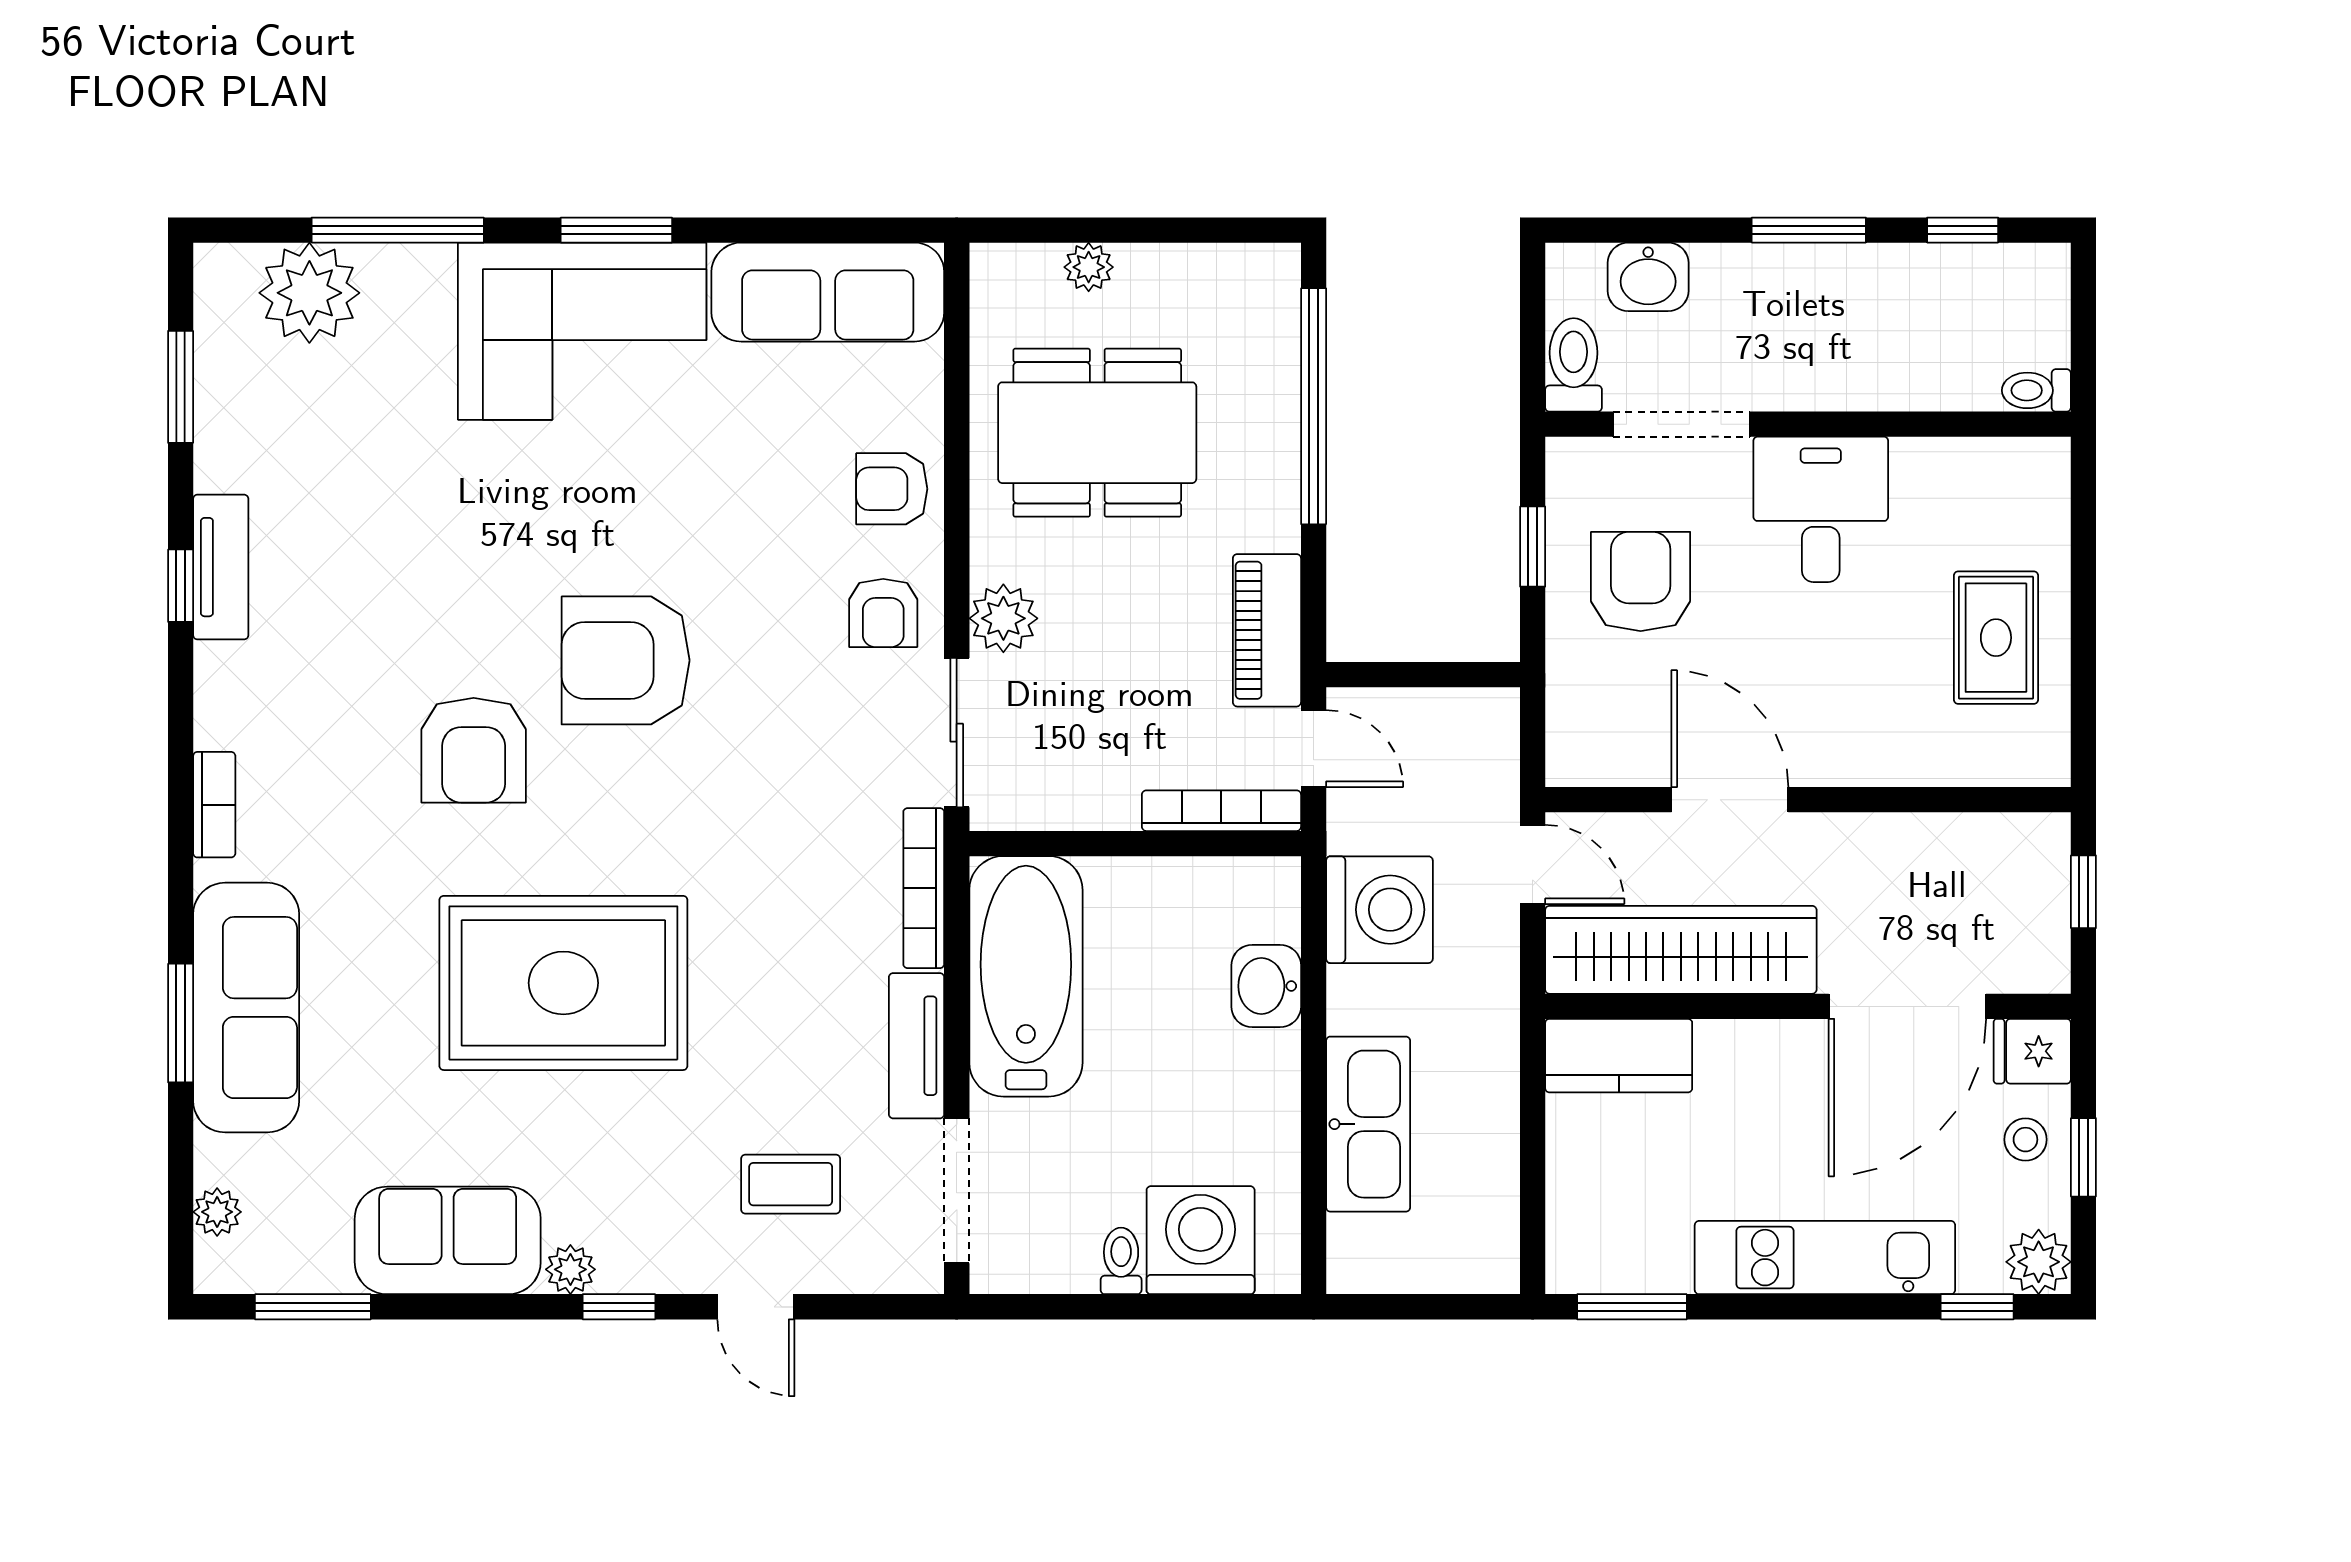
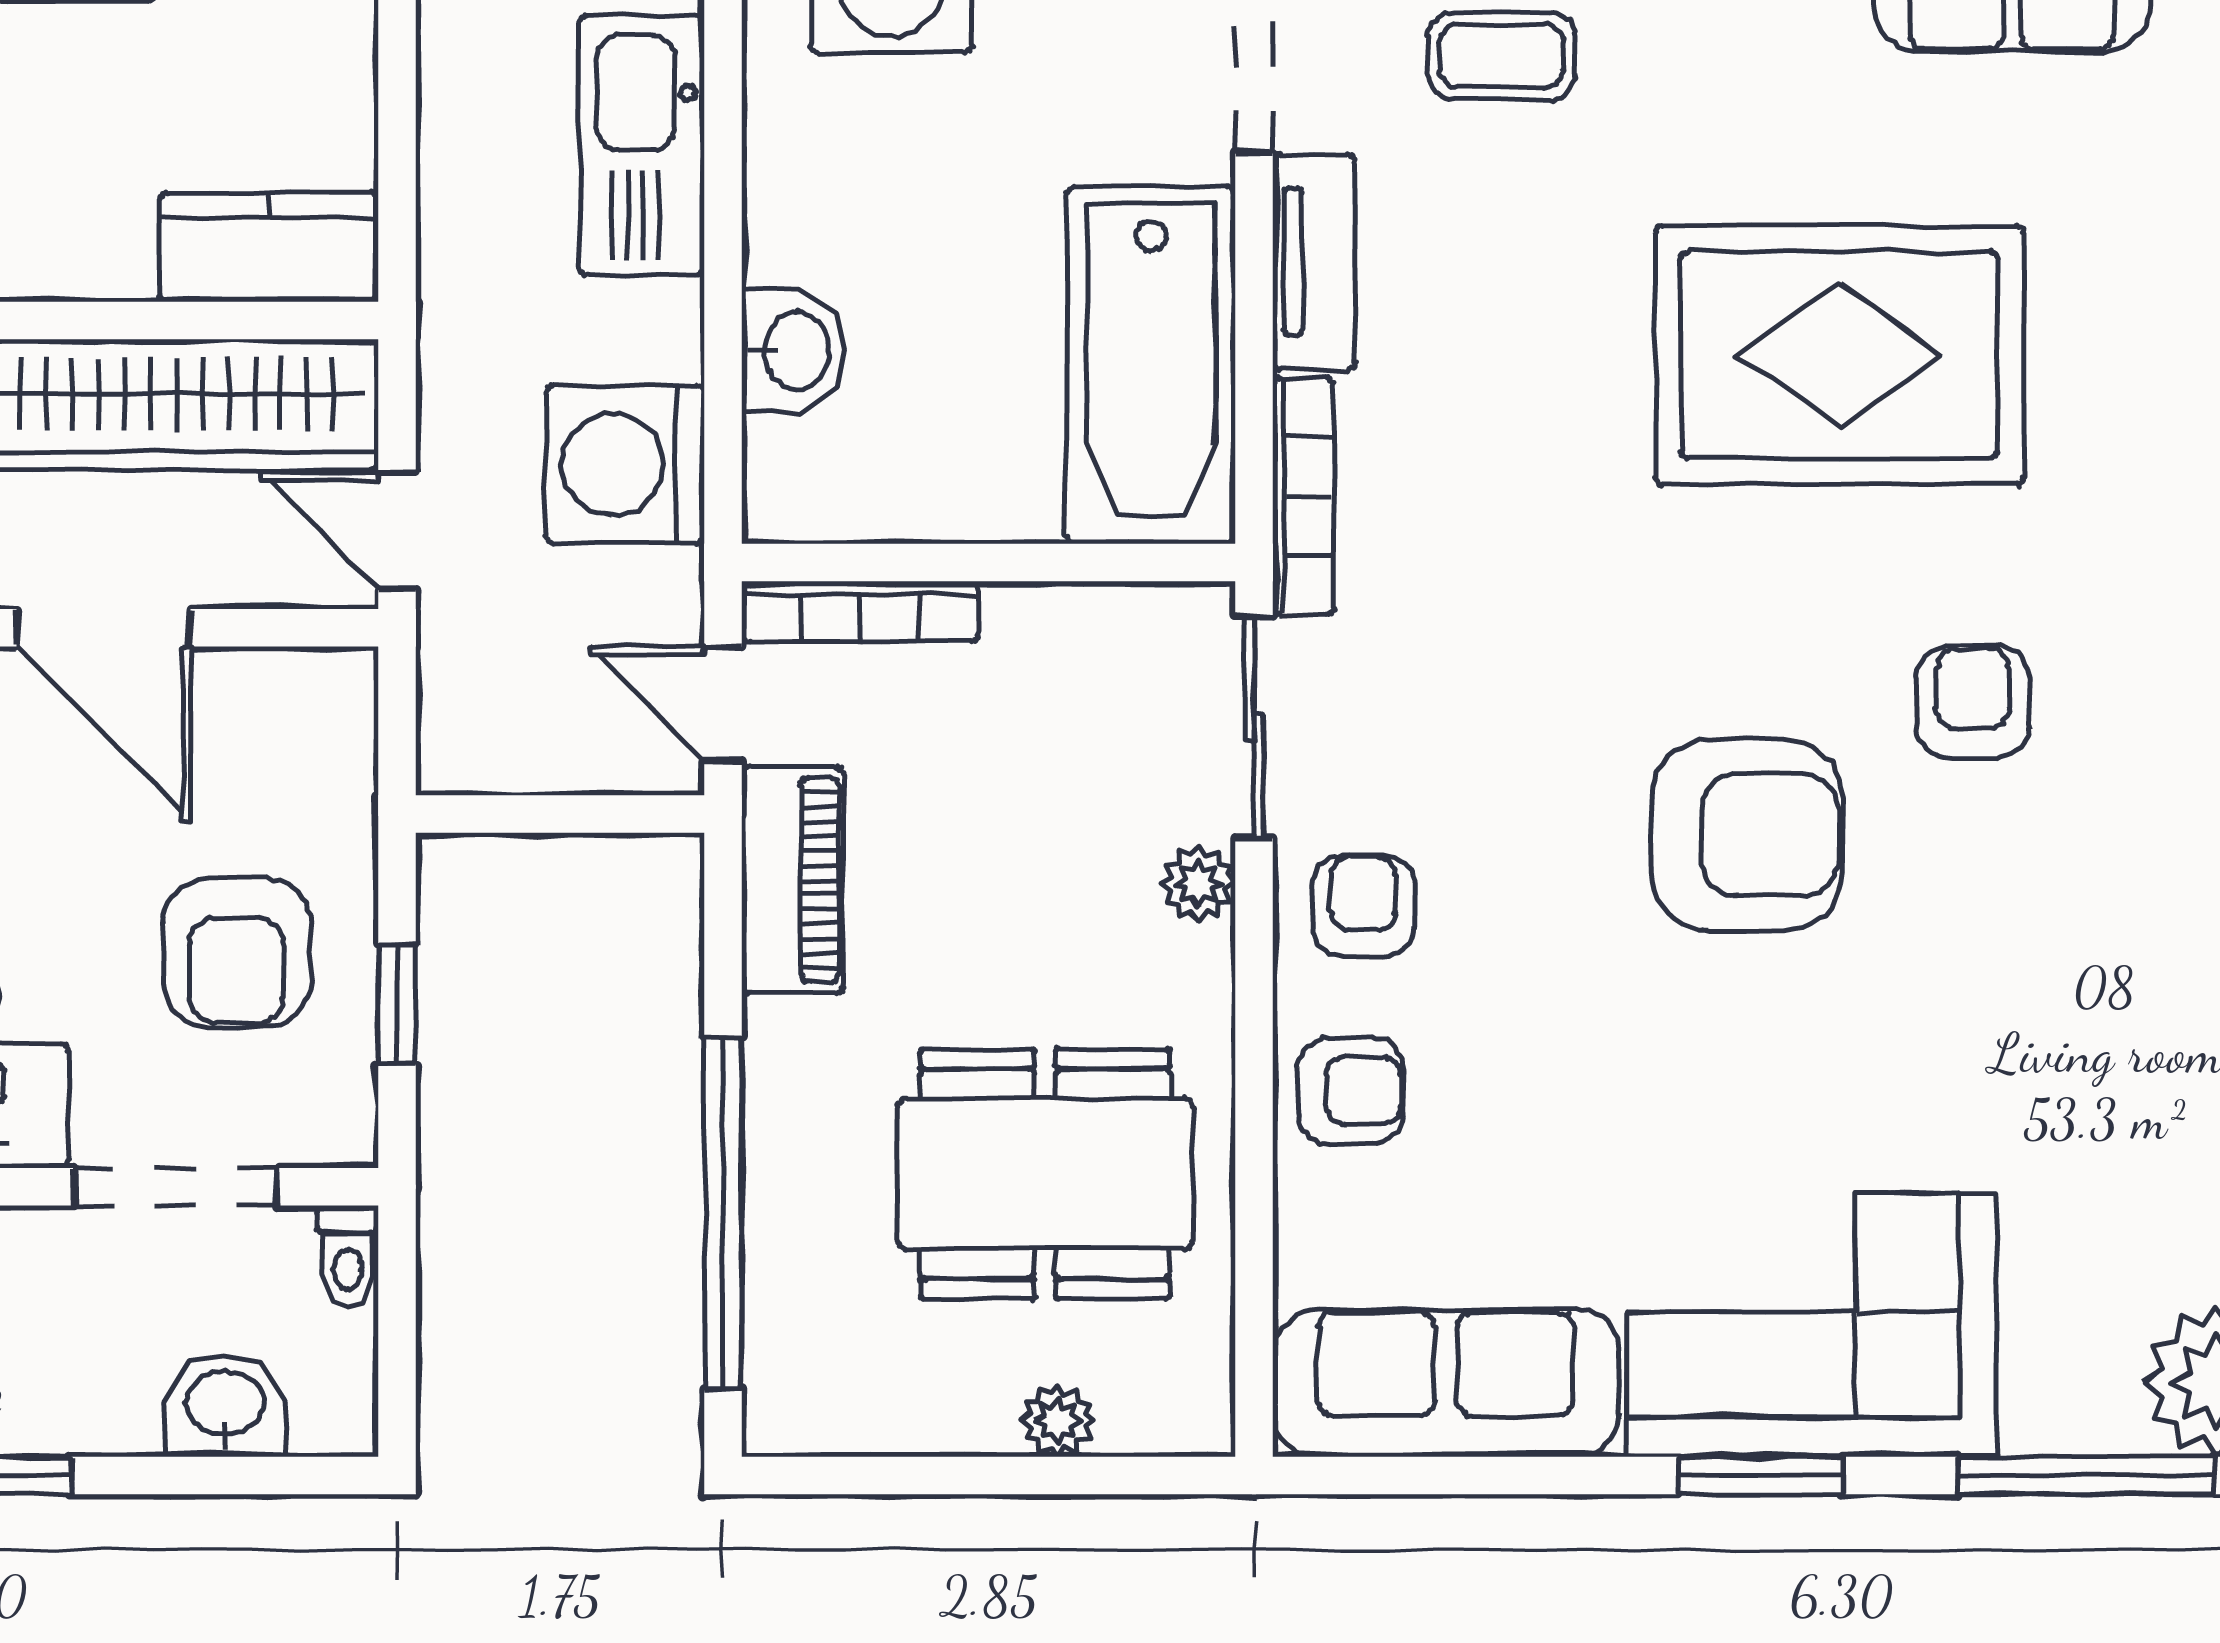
toilet: (1574, 365) -> (348, 1255), width x0.73, depth x0.72
plant: (1003, 618) -> (1198, 884), width x0.73, depth x0.73
armchair: (474, 750) -> (1973, 702), width x0.72, depth x0.72

